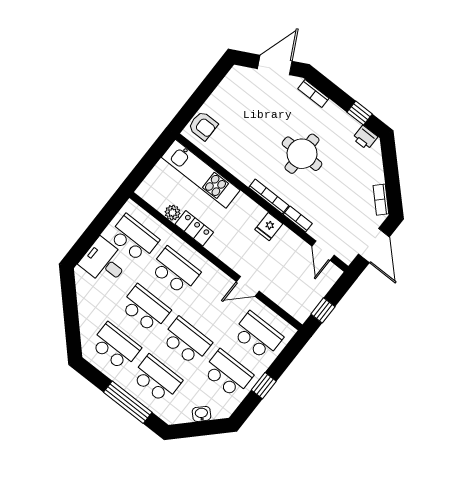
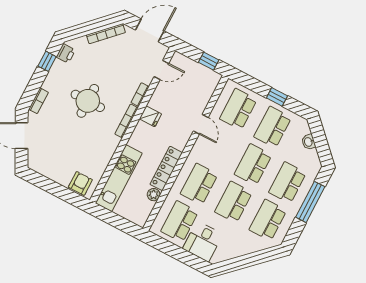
bookcase: (381, 200) -> (106, 34), width x1.56
locker: (194, 228) -> (166, 168), width x1.53

